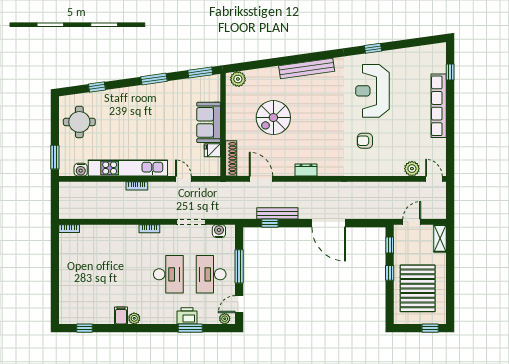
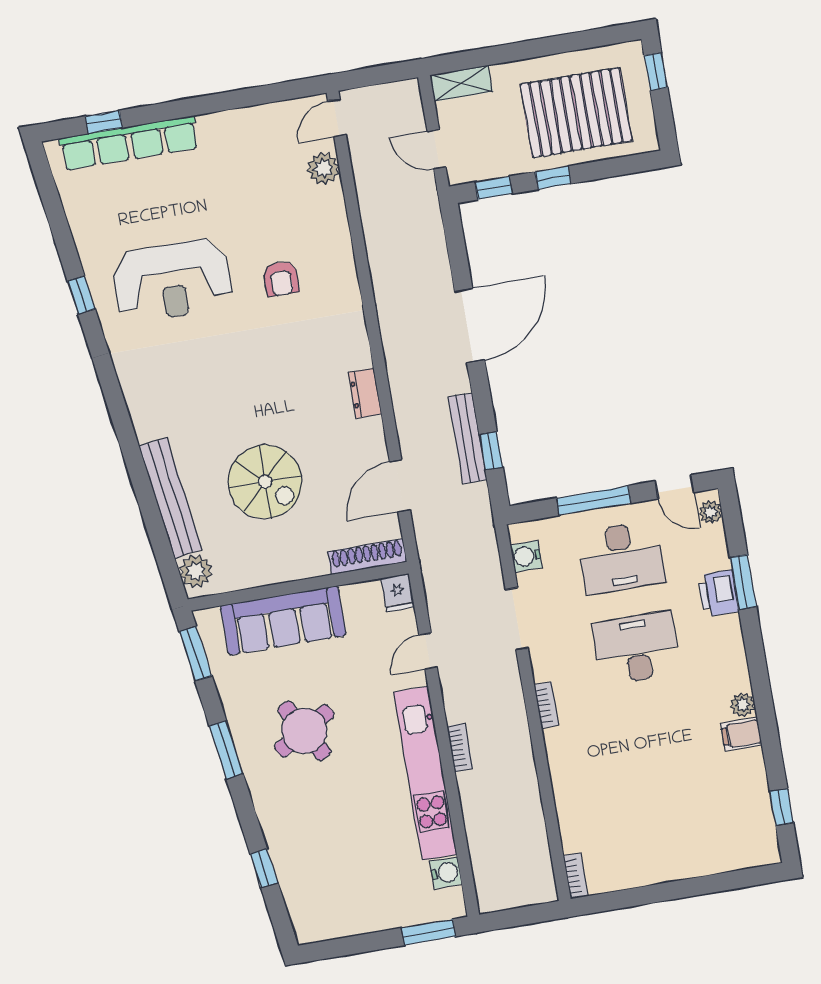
bench: (307, 68) -> (170, 498), moved
row of seats: (439, 106) -> (129, 143), moved
round table: (79, 122) -> (304, 731), moved, turned -30
sofa: (209, 122) -> (283, 621), width x1.36
fridge: (212, 150) -> (398, 593), moved

